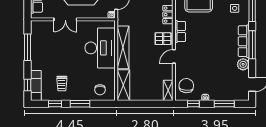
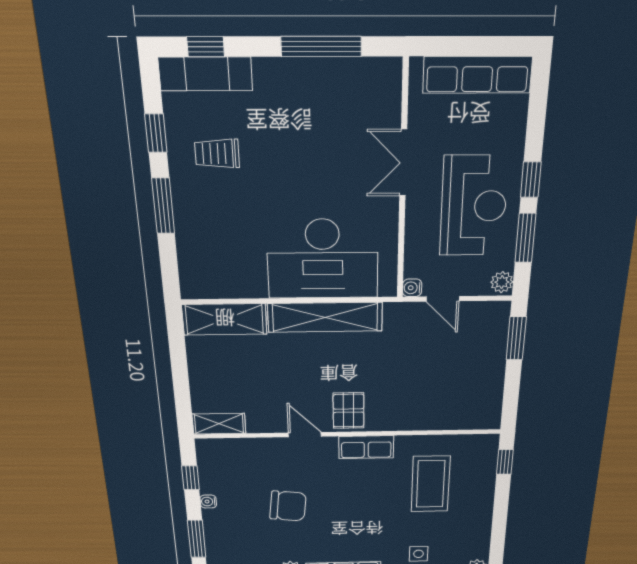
locker: (168, 15) -> (408, 420), removed
chair: (186, 86) -> (288, 506), moved
chair: (100, 90) -> (208, 260), removed

